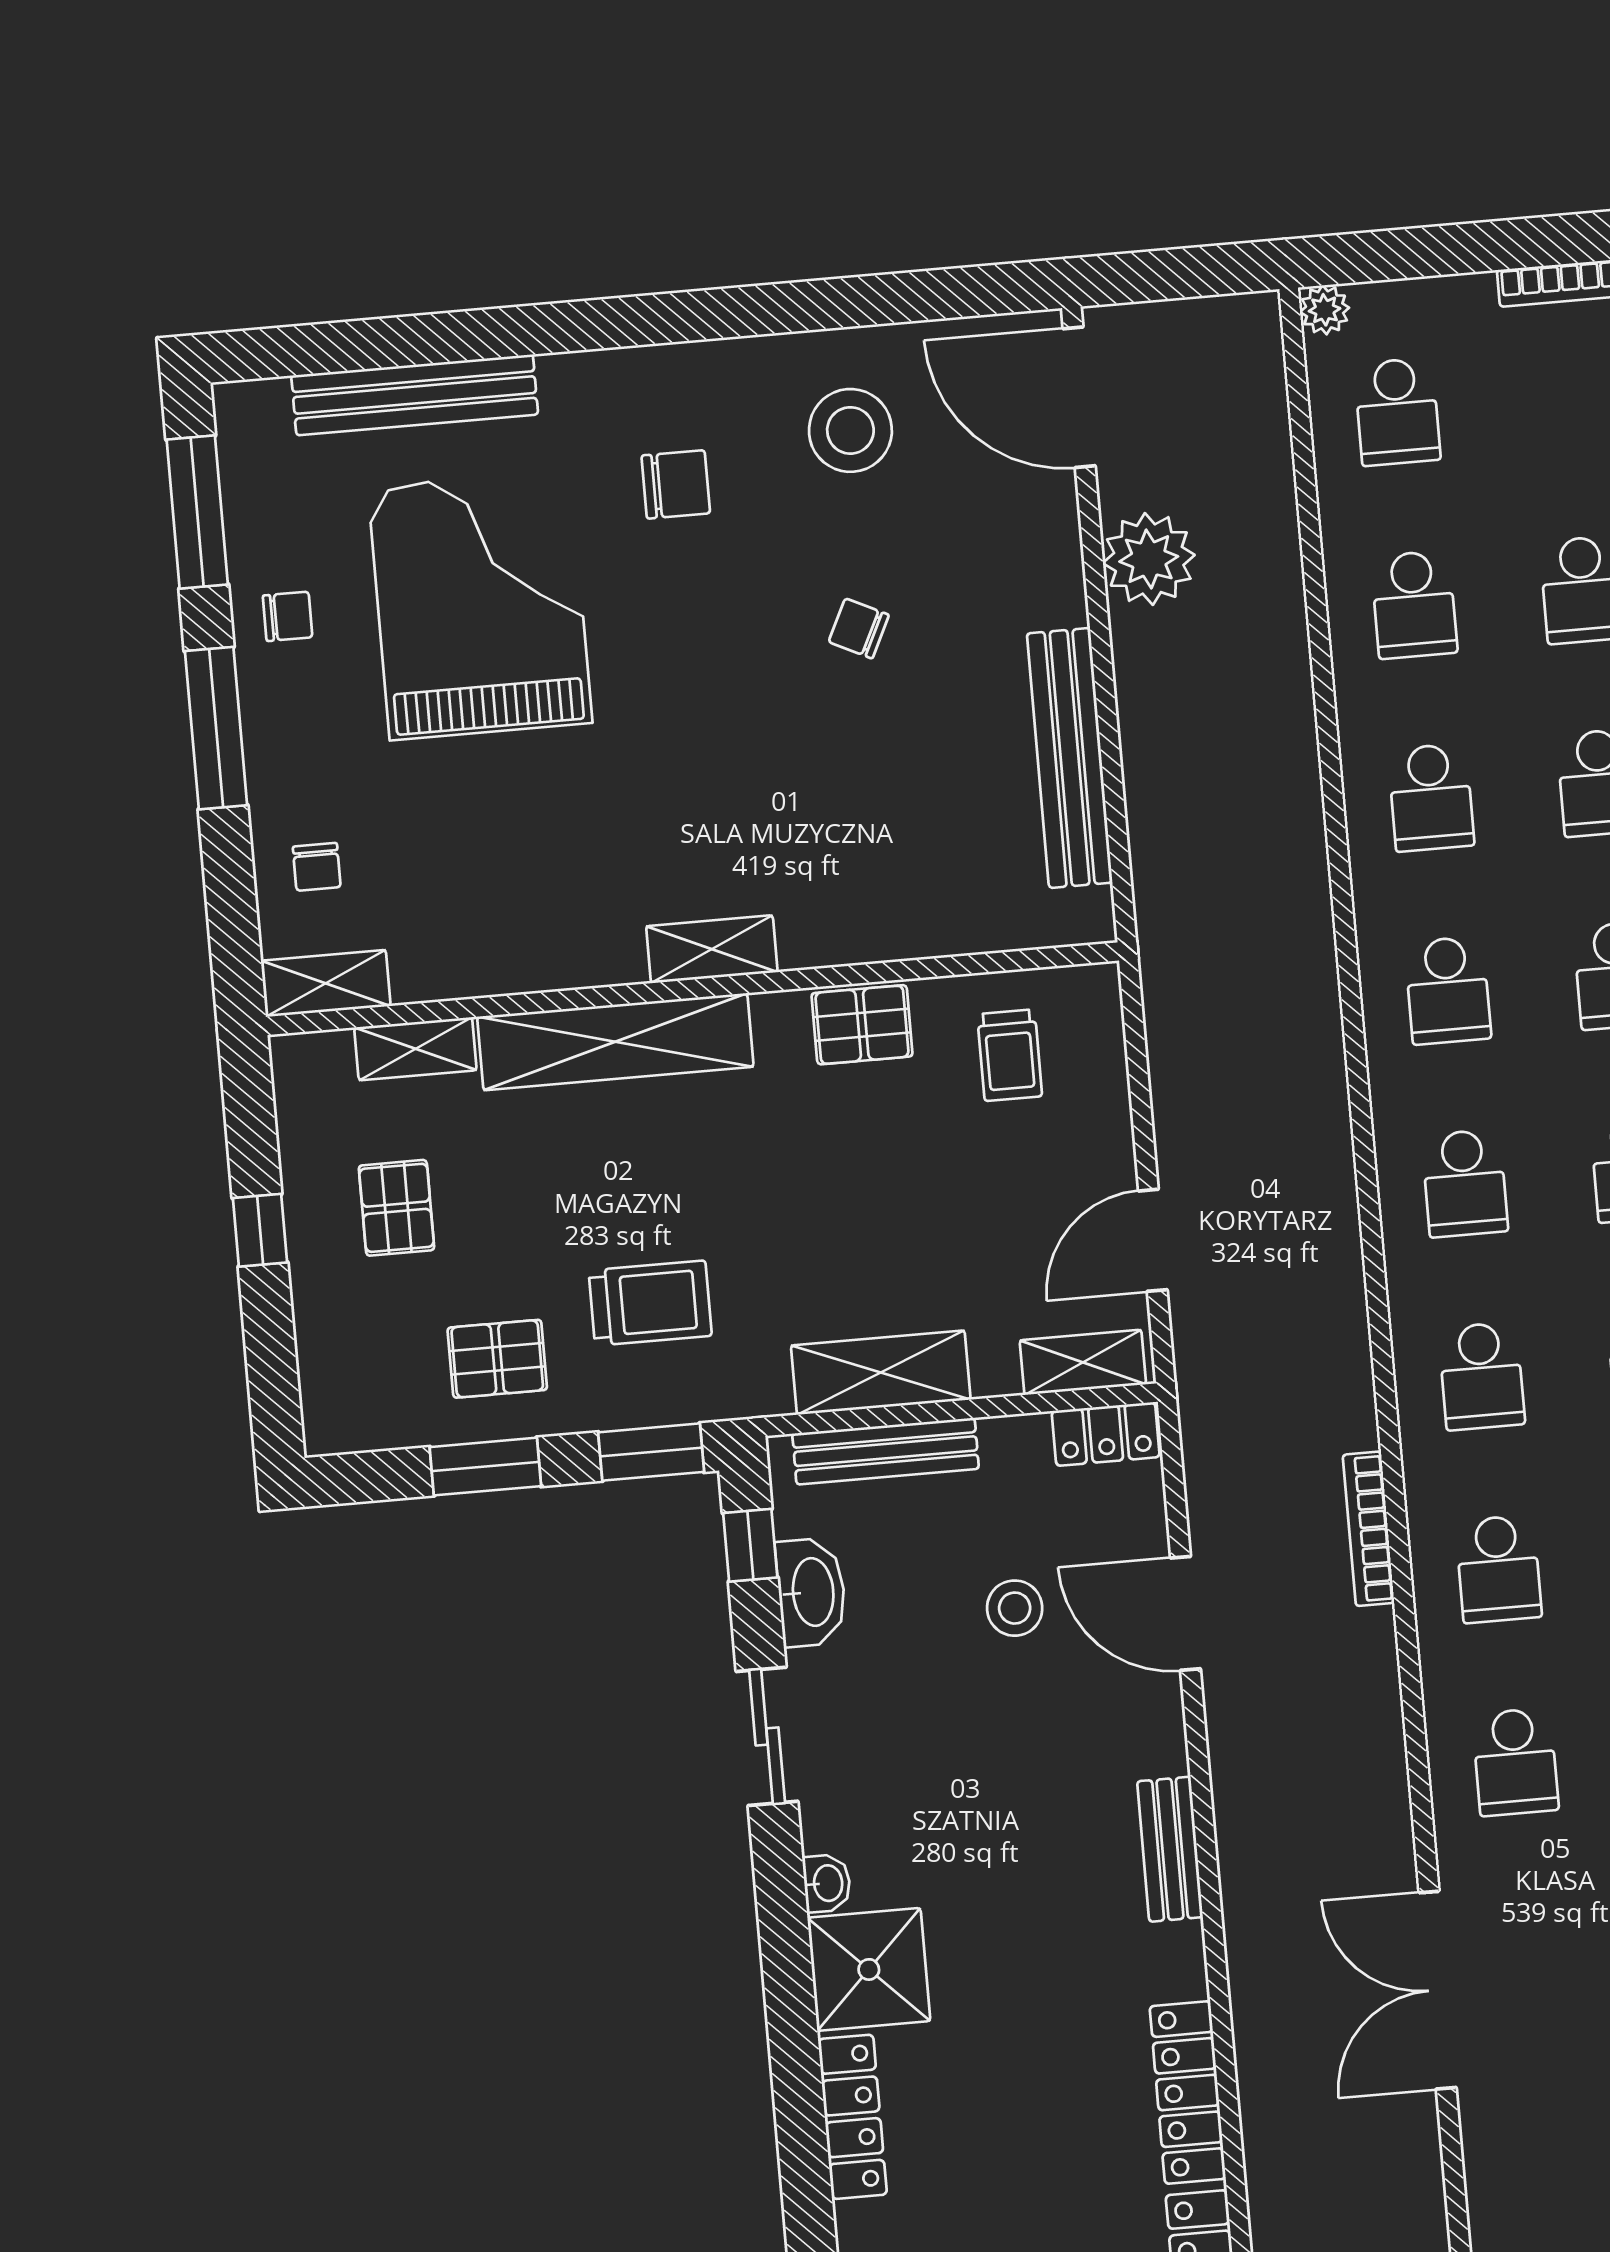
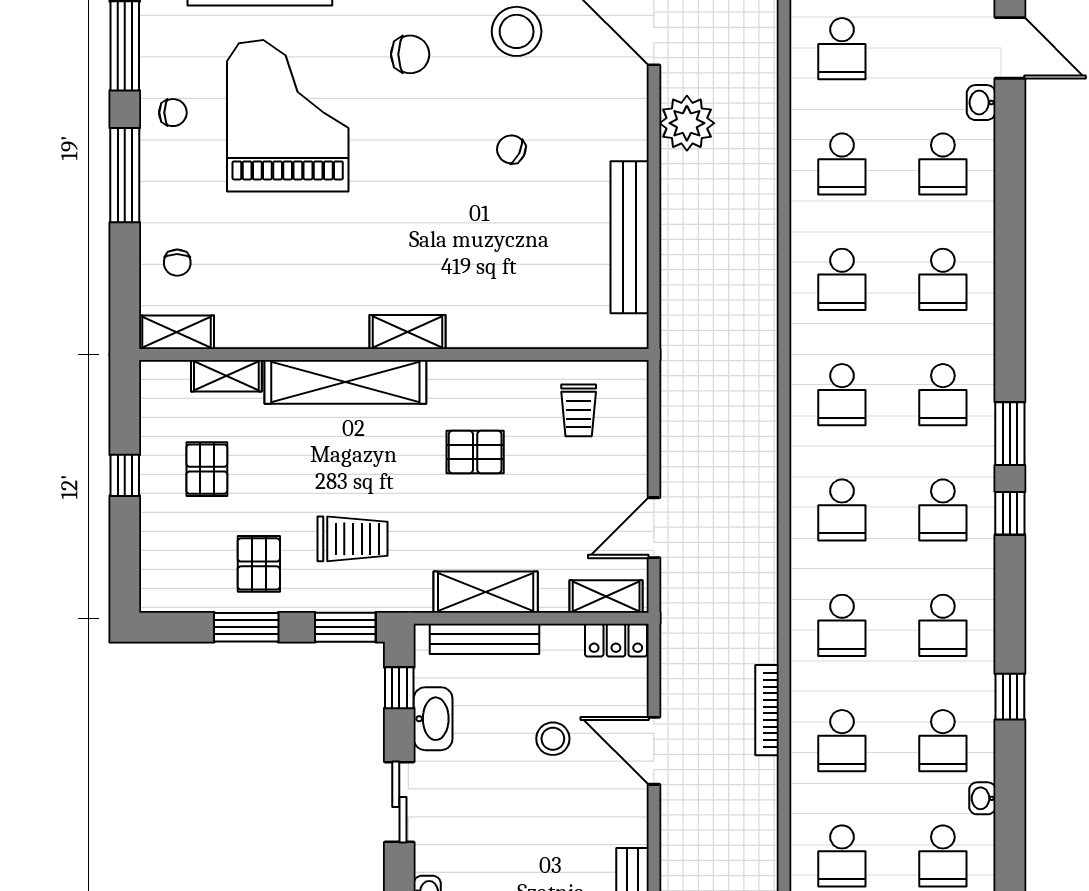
pallet: (862, 1025) -> (475, 452), moved
pallet: (497, 1359) -> (259, 564), turned 90

